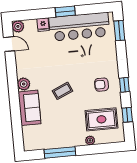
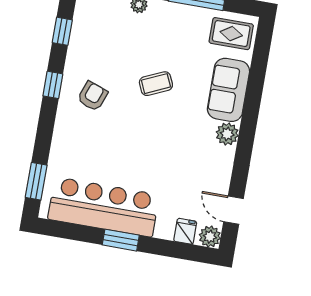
fridge: (43, 25) -> (185, 231), moved
armchair: (102, 85) -> (93, 96), turned -70
coffee table: (63, 91) -> (156, 84), moved
rug: (101, 119) -> (231, 34), moved, width x0.73, depth x0.70

